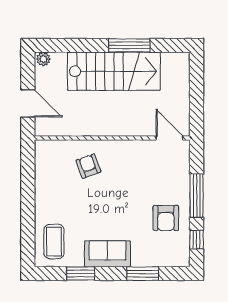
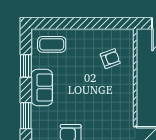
armchair: (88, 166) -> (110, 59), moved

